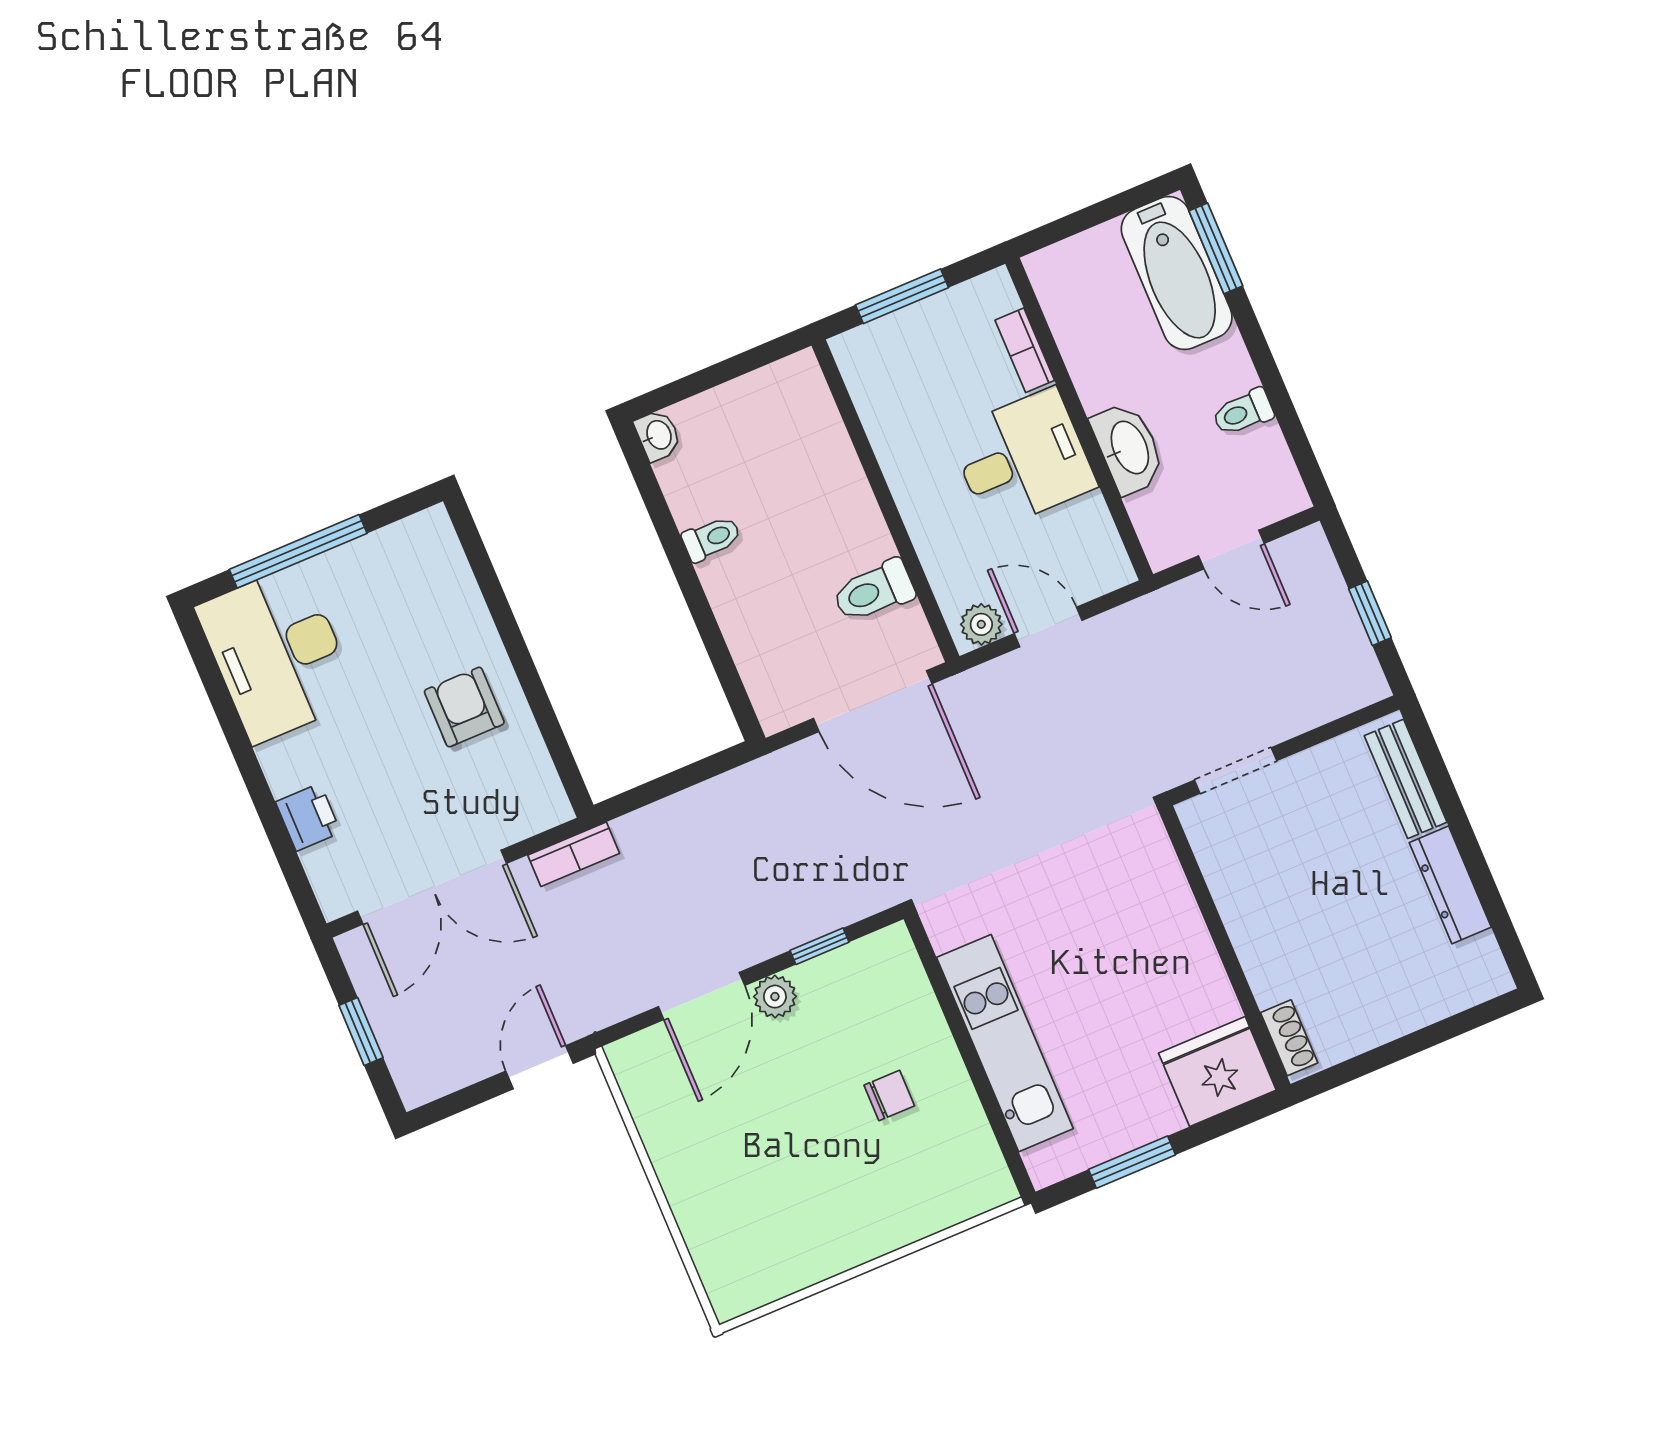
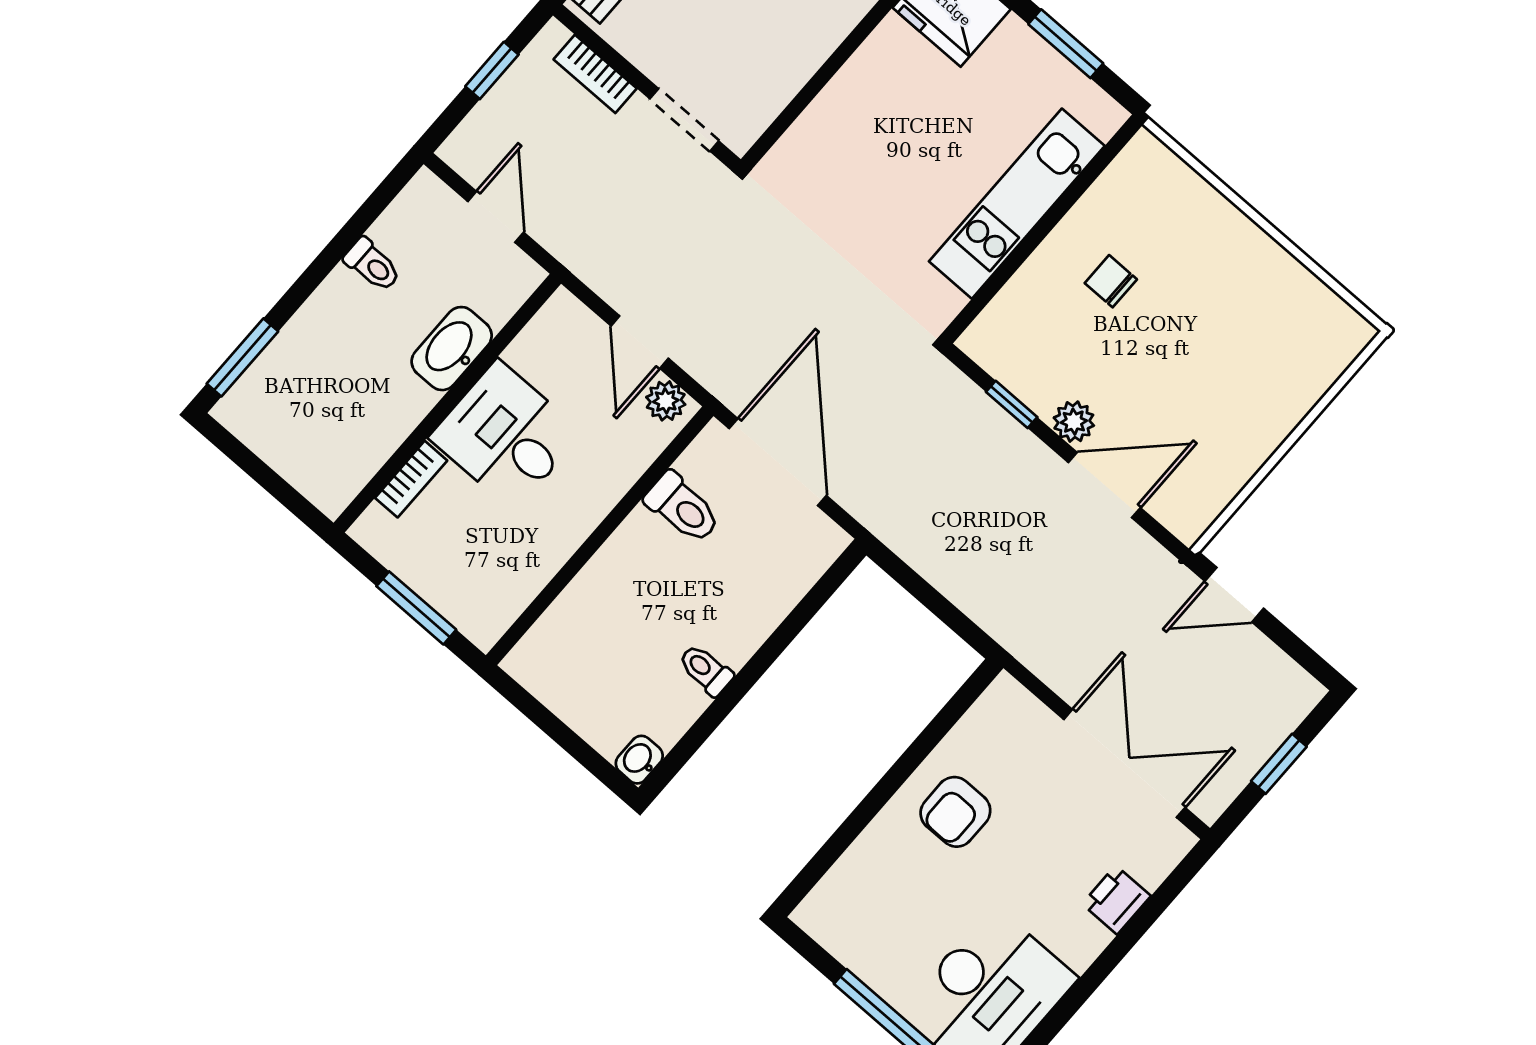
bathtub: (1177, 273) -> (280, 381), removed
bookcase: (574, 854) -> (595, 74), moved, turned 180

